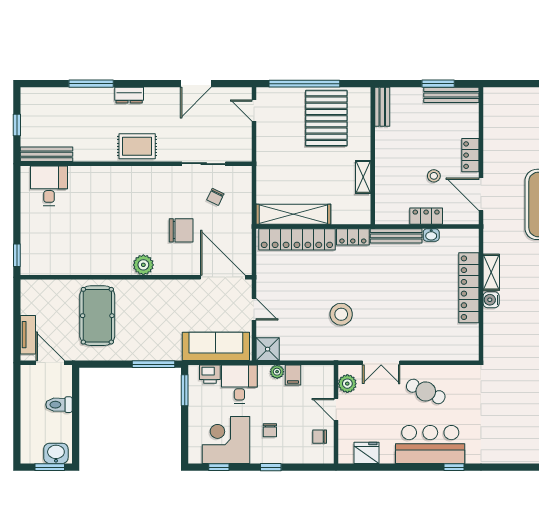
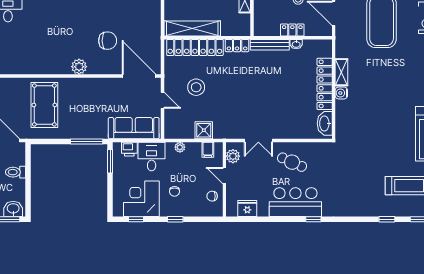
chair: (215, 197) -> (133, 15), removed
stool: (341, 314) -> (196, 87), moved
washbasin: (469, 340) -> (325, 123), added
shower: (268, 349) -> (204, 130), moved
filing cabinet: (293, 375) -> (208, 150), moved

